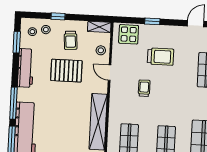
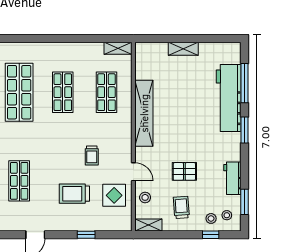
window: (58, 16) -> (211, 235), moved
display table: (129, 34) -> (114, 195), moved
workbench: (26, 68) -> (232, 178), width x0.73
pallet: (66, 71) -> (184, 171), width x0.67, depth x0.71
window: (13, 103) -> (245, 130), width x0.69

